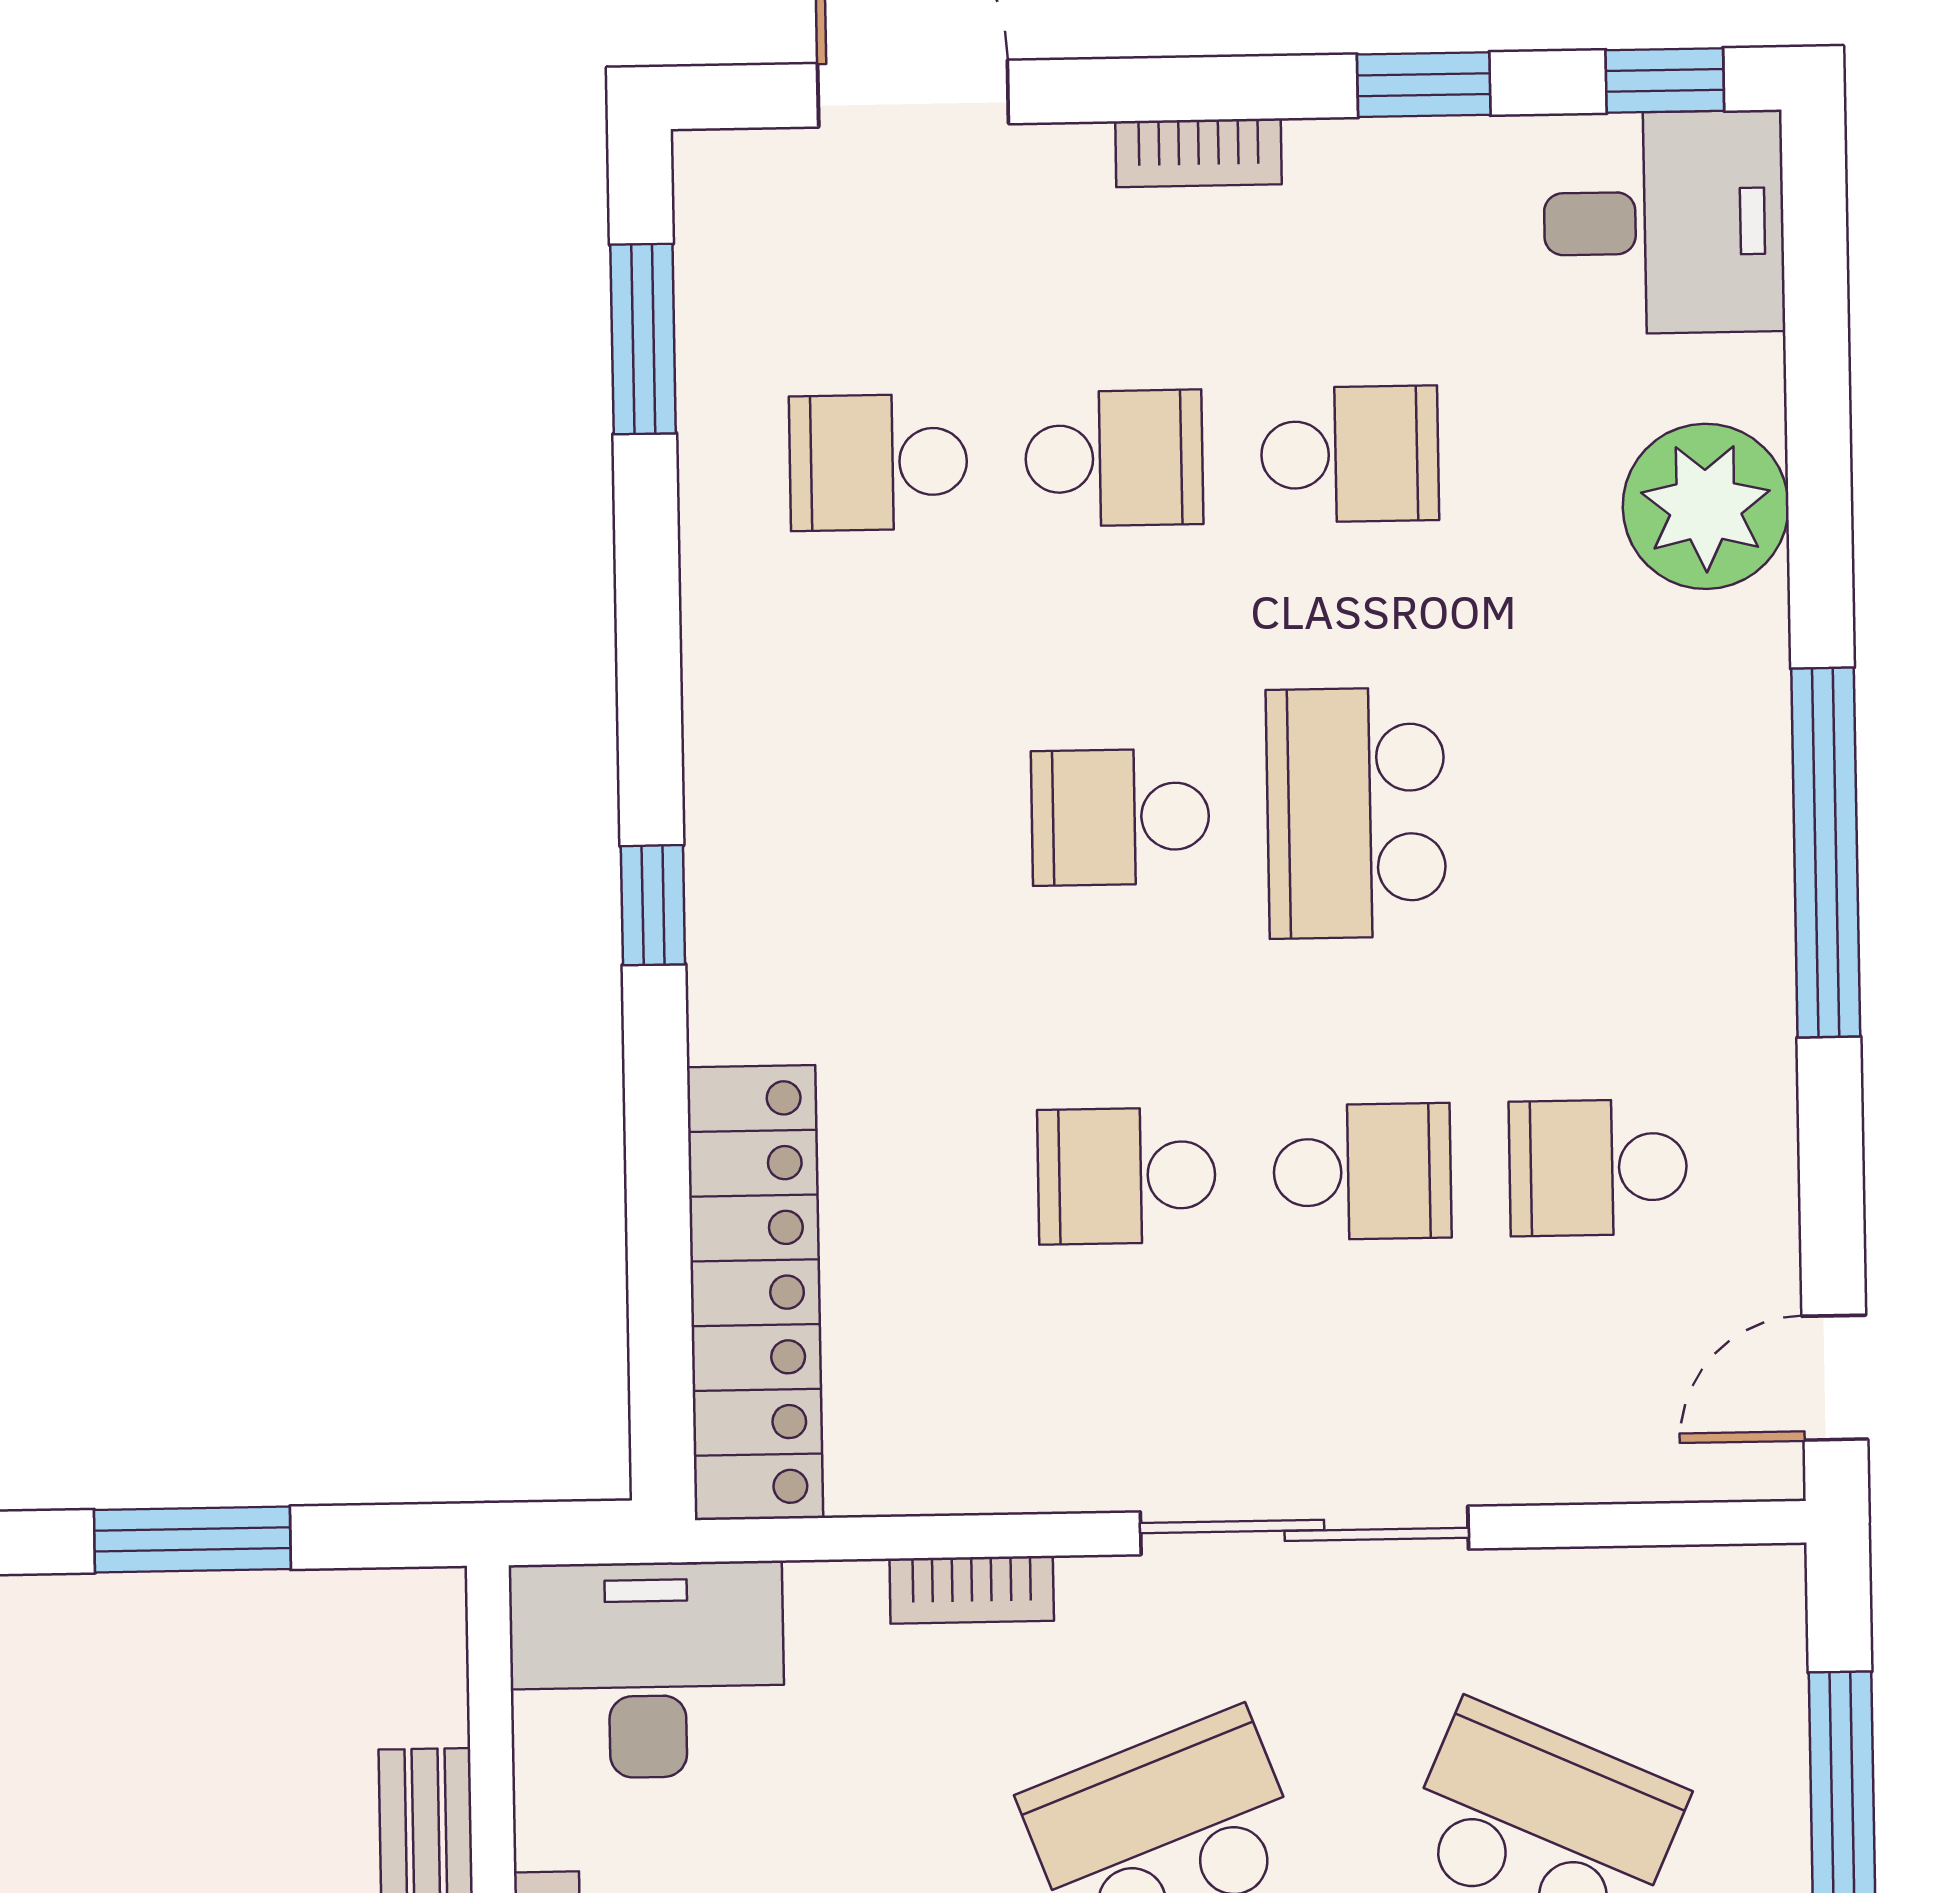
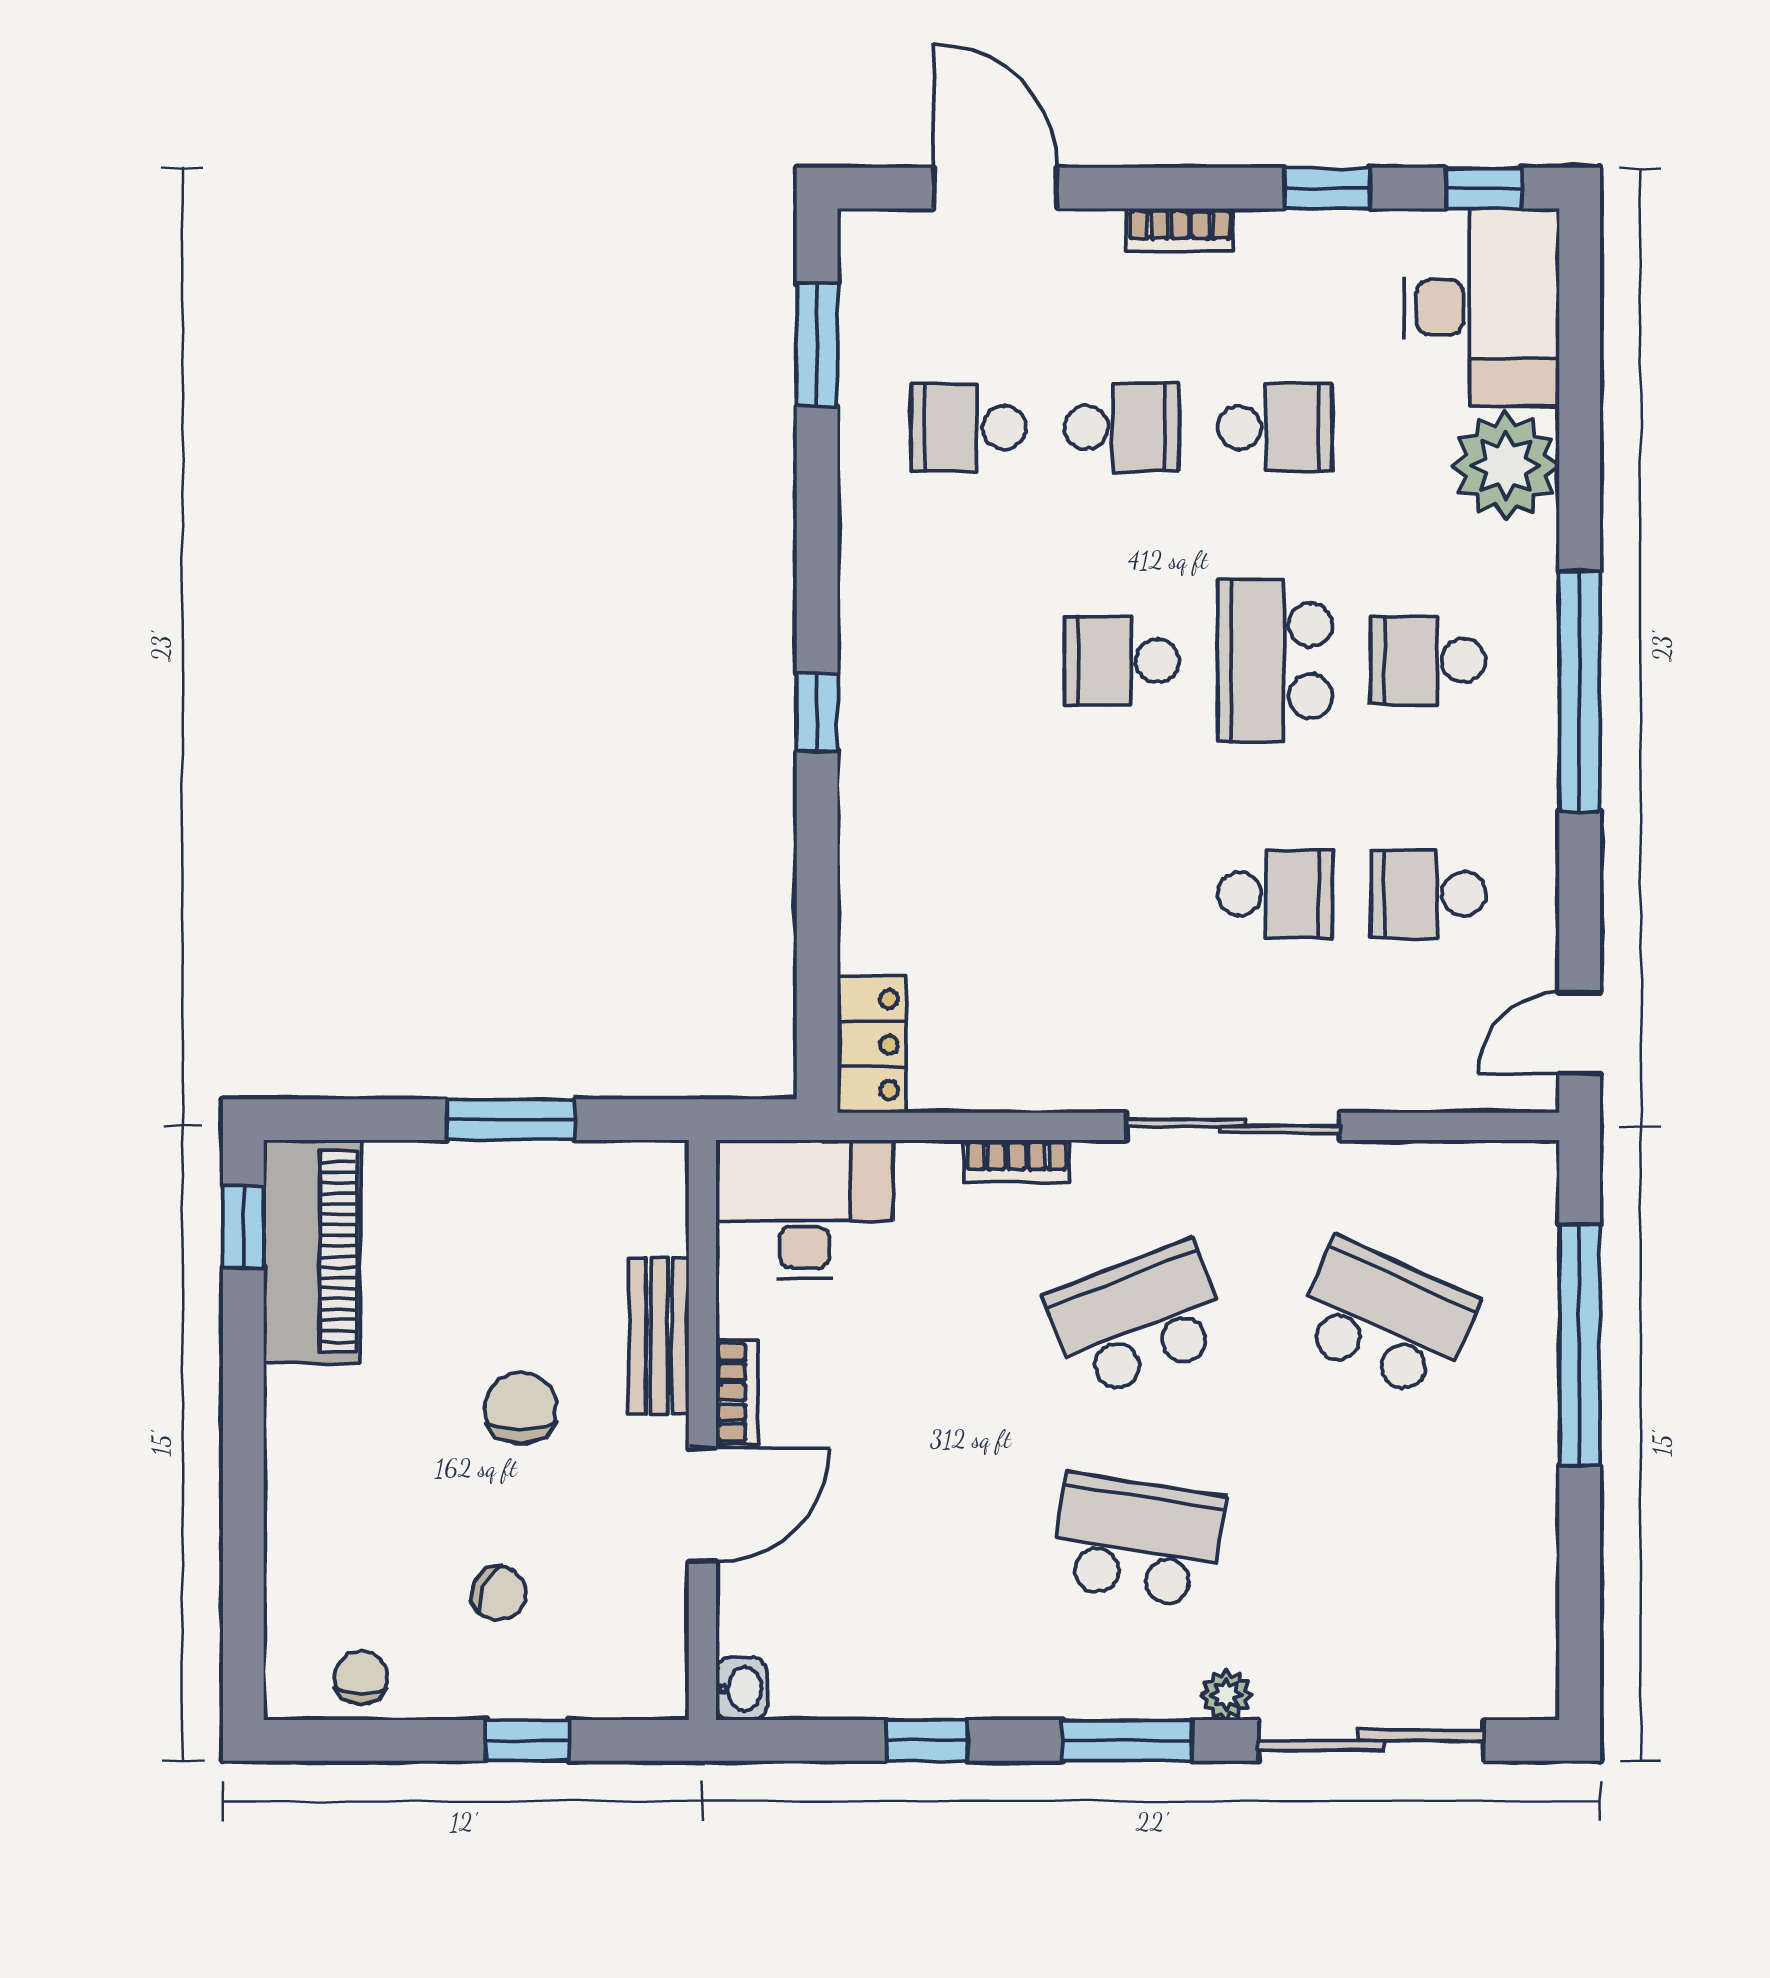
desk: (1664, 222) -> (1482, 307), width x1.37
school desk: (1127, 1176) -> (1428, 661), moved
locker: (755, 1293) -> (872, 1045), width x0.46, depth x0.83

